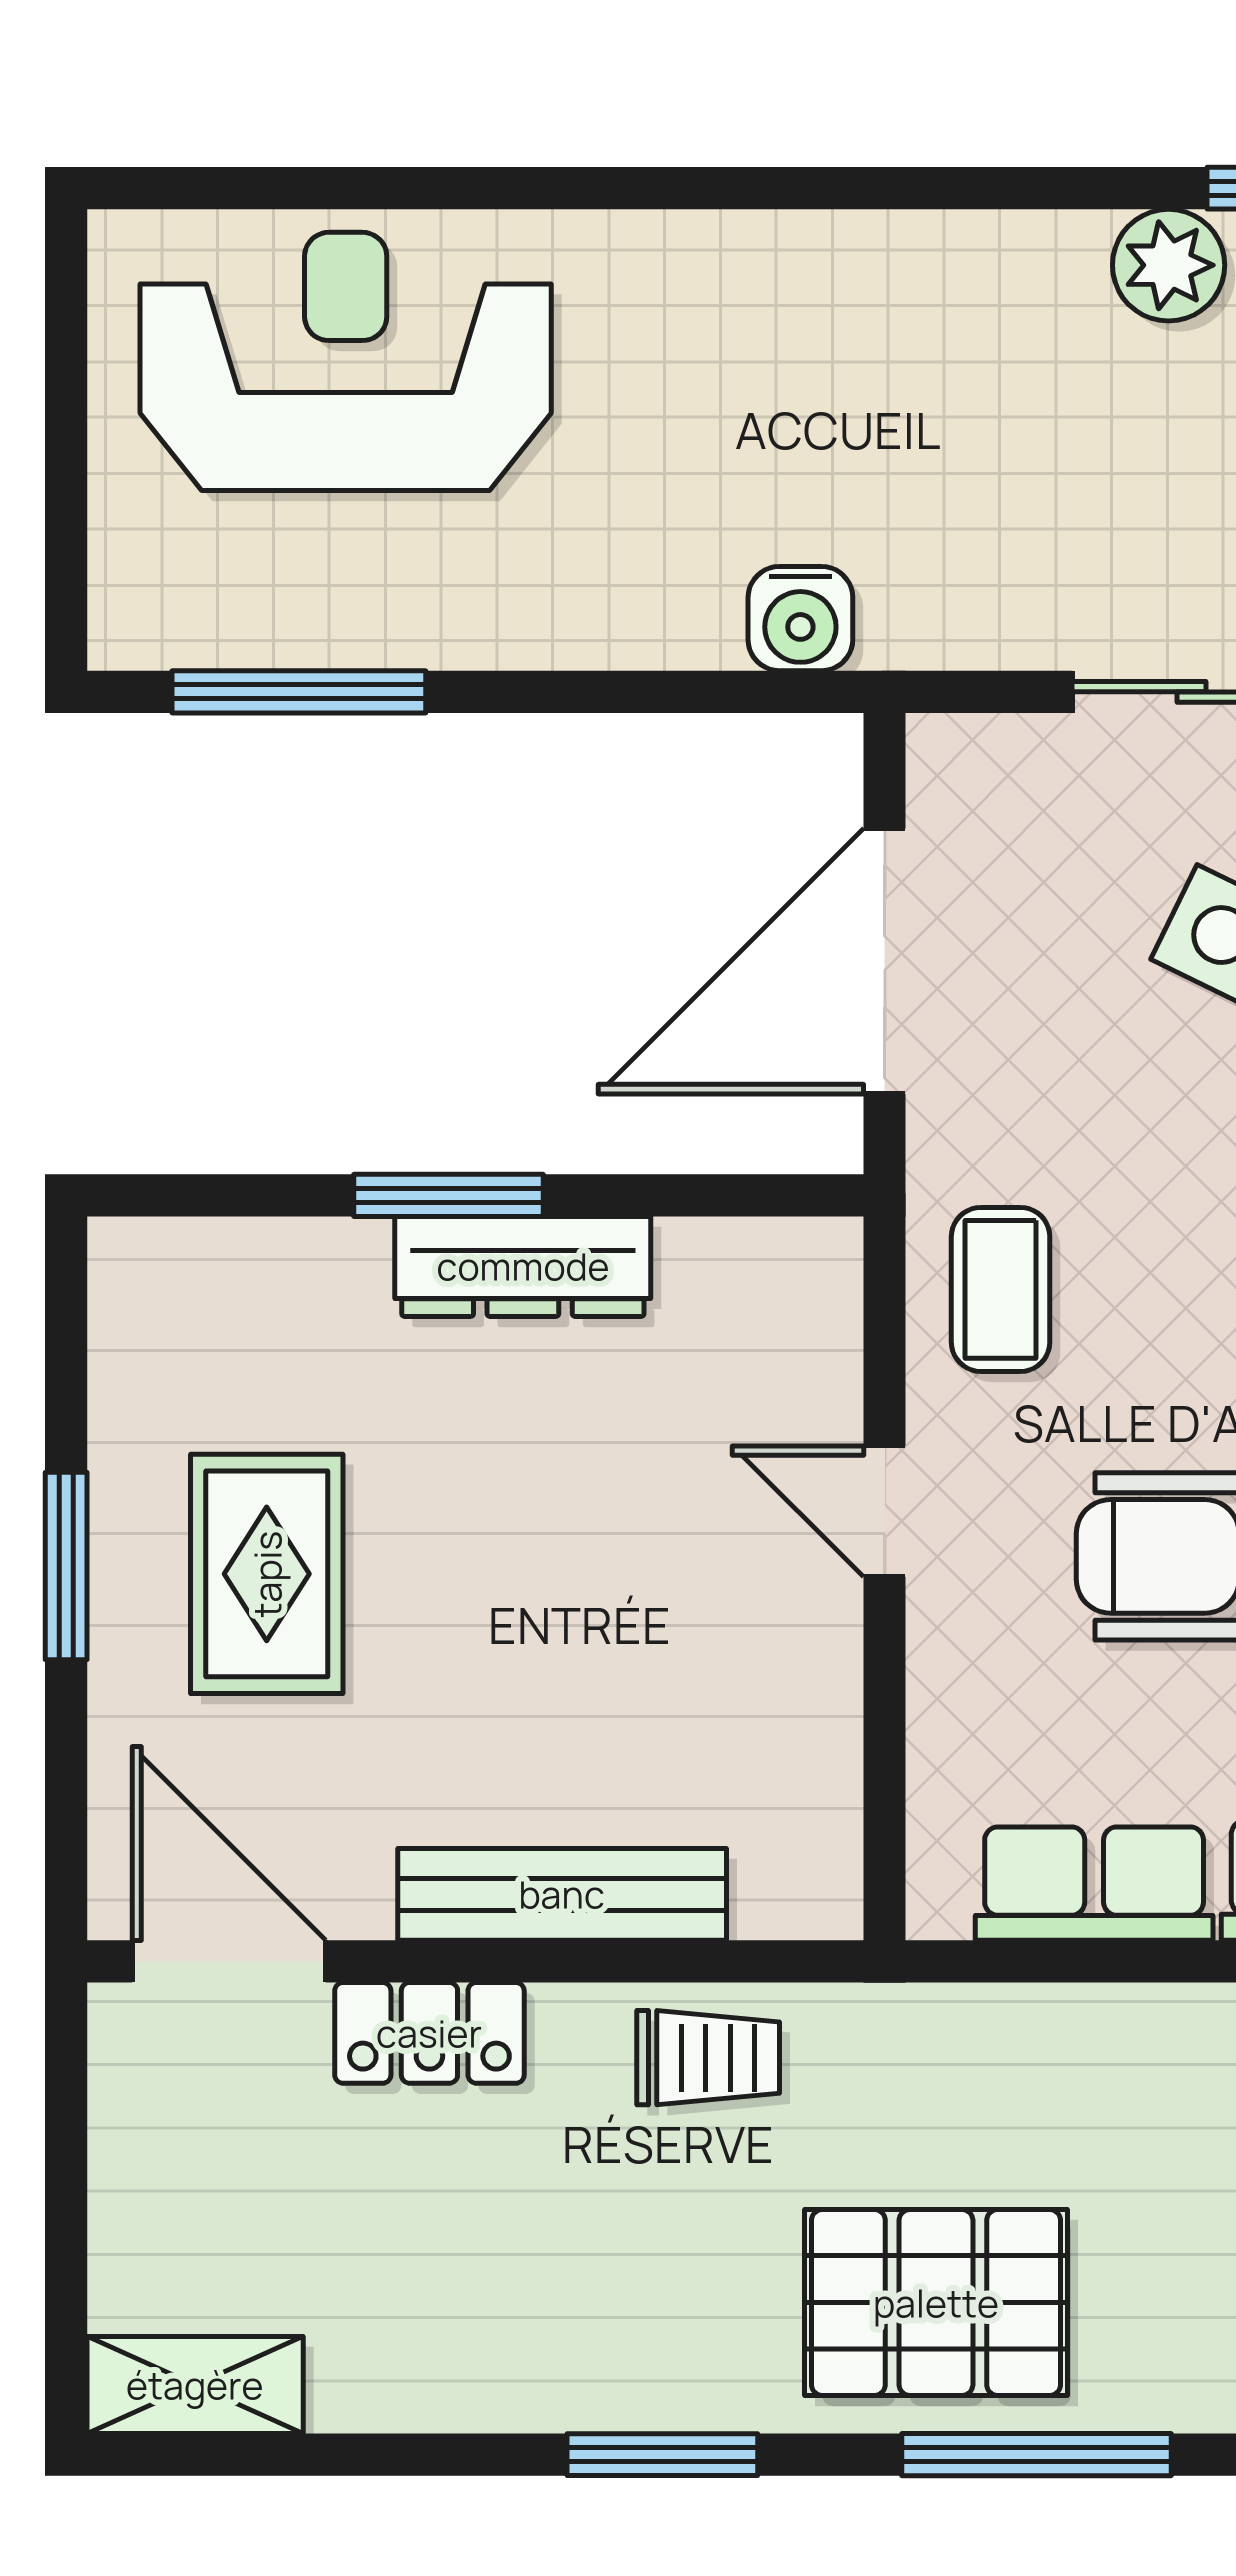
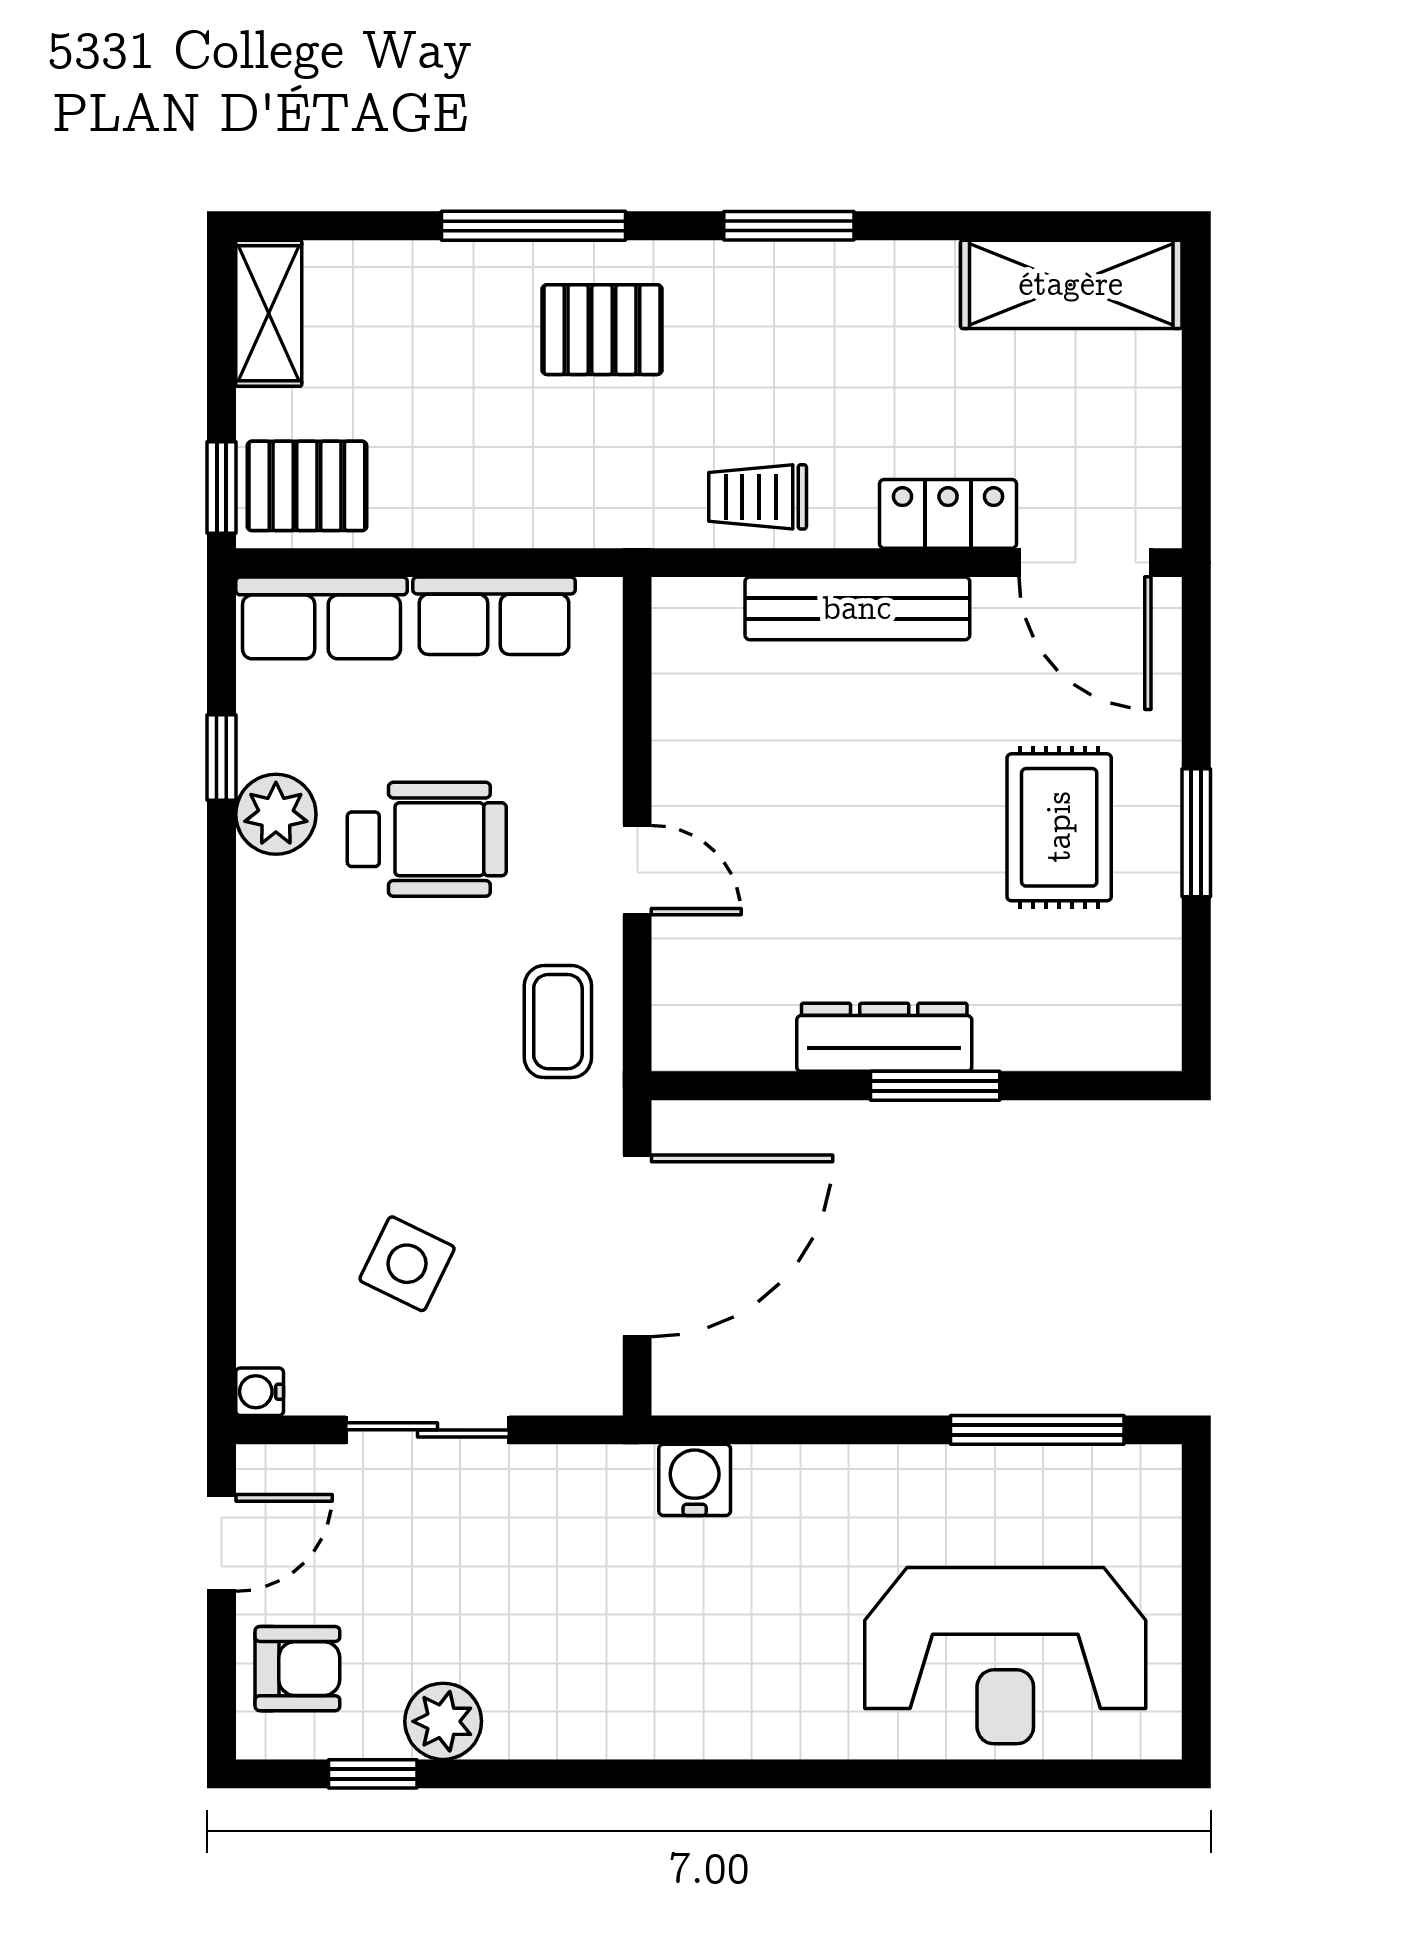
pallet: (936, 2303) -> (602, 330), width x0.67, depth x0.71
shelving: (195, 2385) -> (1071, 284), width x1.50, depth x1.33

